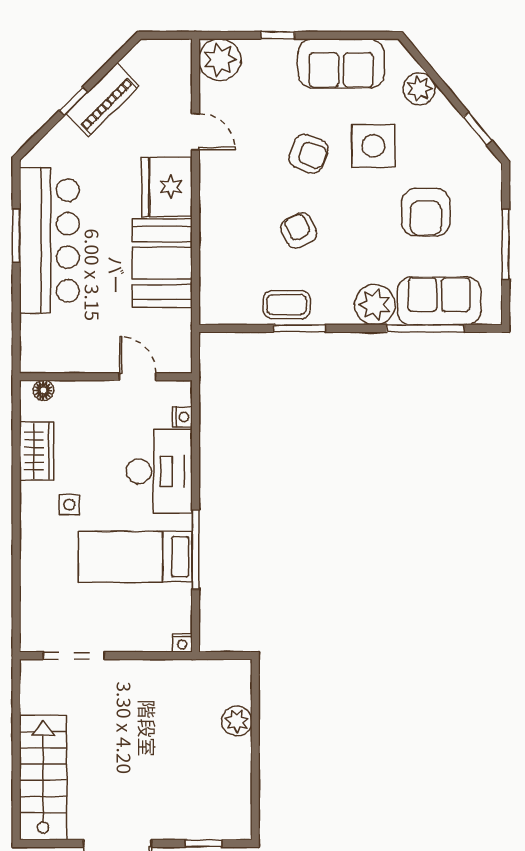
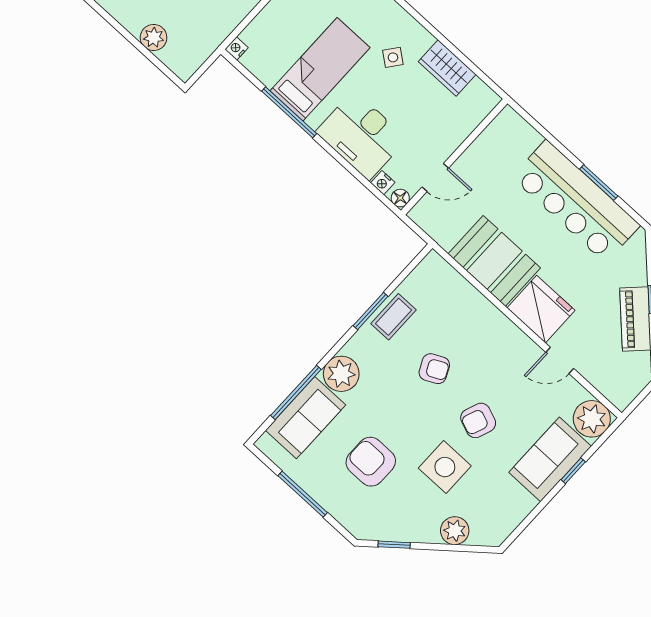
sofa: (341, 63) -> (550, 459), moved
floor lamp: (43, 390) -> (400, 198), moved
side table: (69, 505) -> (393, 57), turned 38

